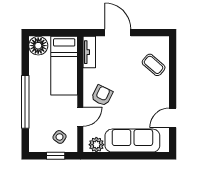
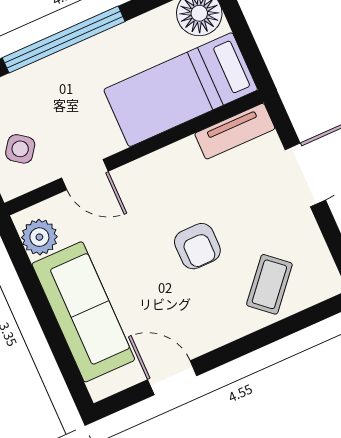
armchair: (102, 95) -> (197, 246), moved, turned 64

